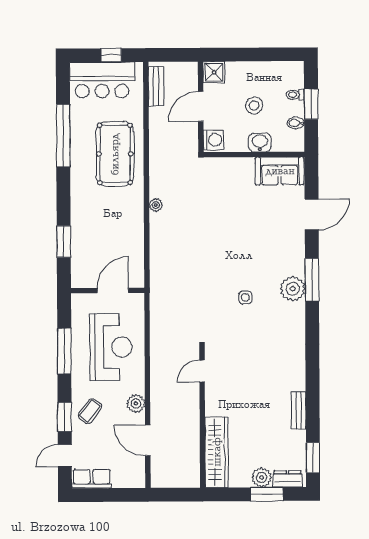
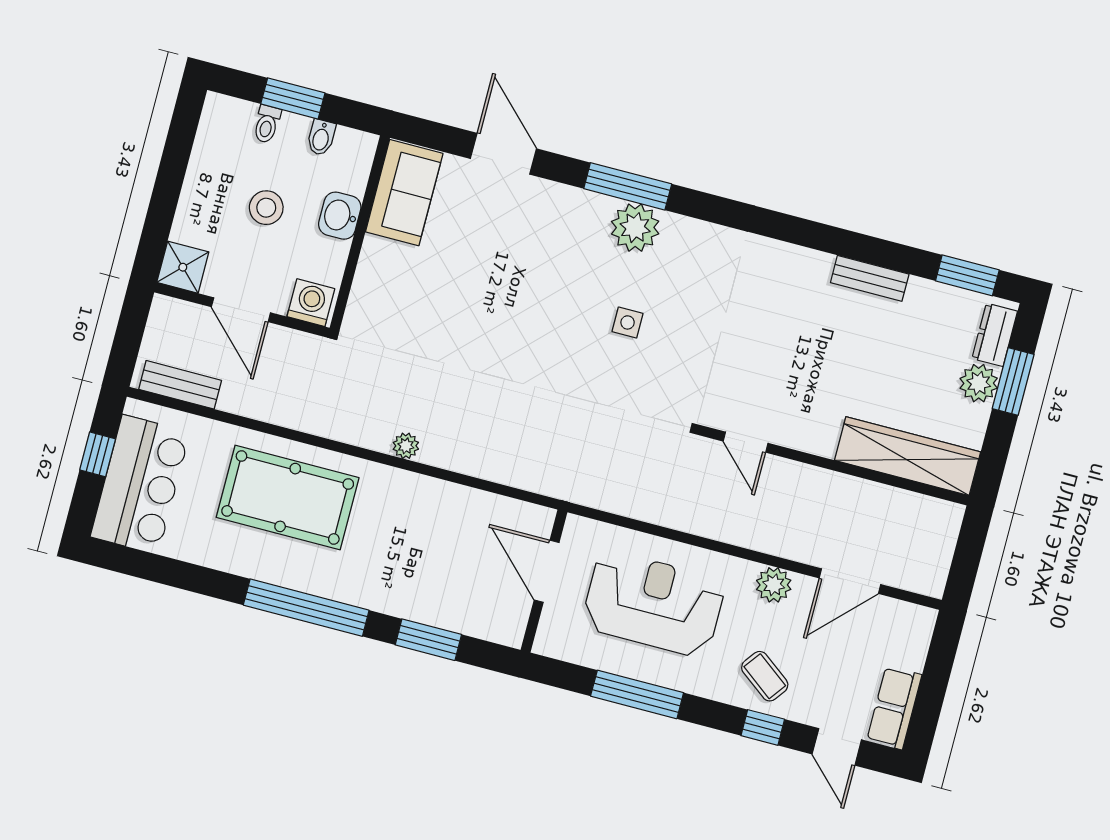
window: (63, 136) -> (306, 608), moved
window: (65, 417) -> (763, 727), width x0.67

